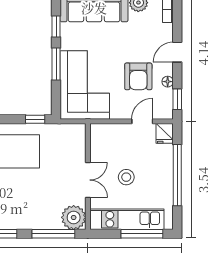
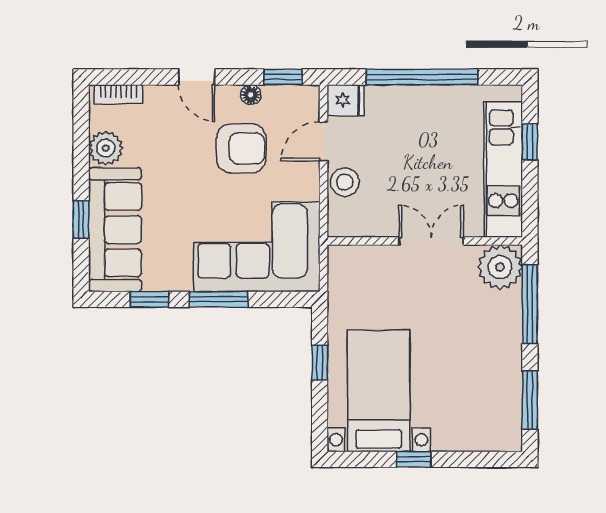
window: (35, 119) -> (320, 363), moved
door: (142, 121) -> (324, 141), hinge flipped
stool: (126, 177) -> (345, 182), moved
window: (142, 234) -> (530, 142), width x0.46

